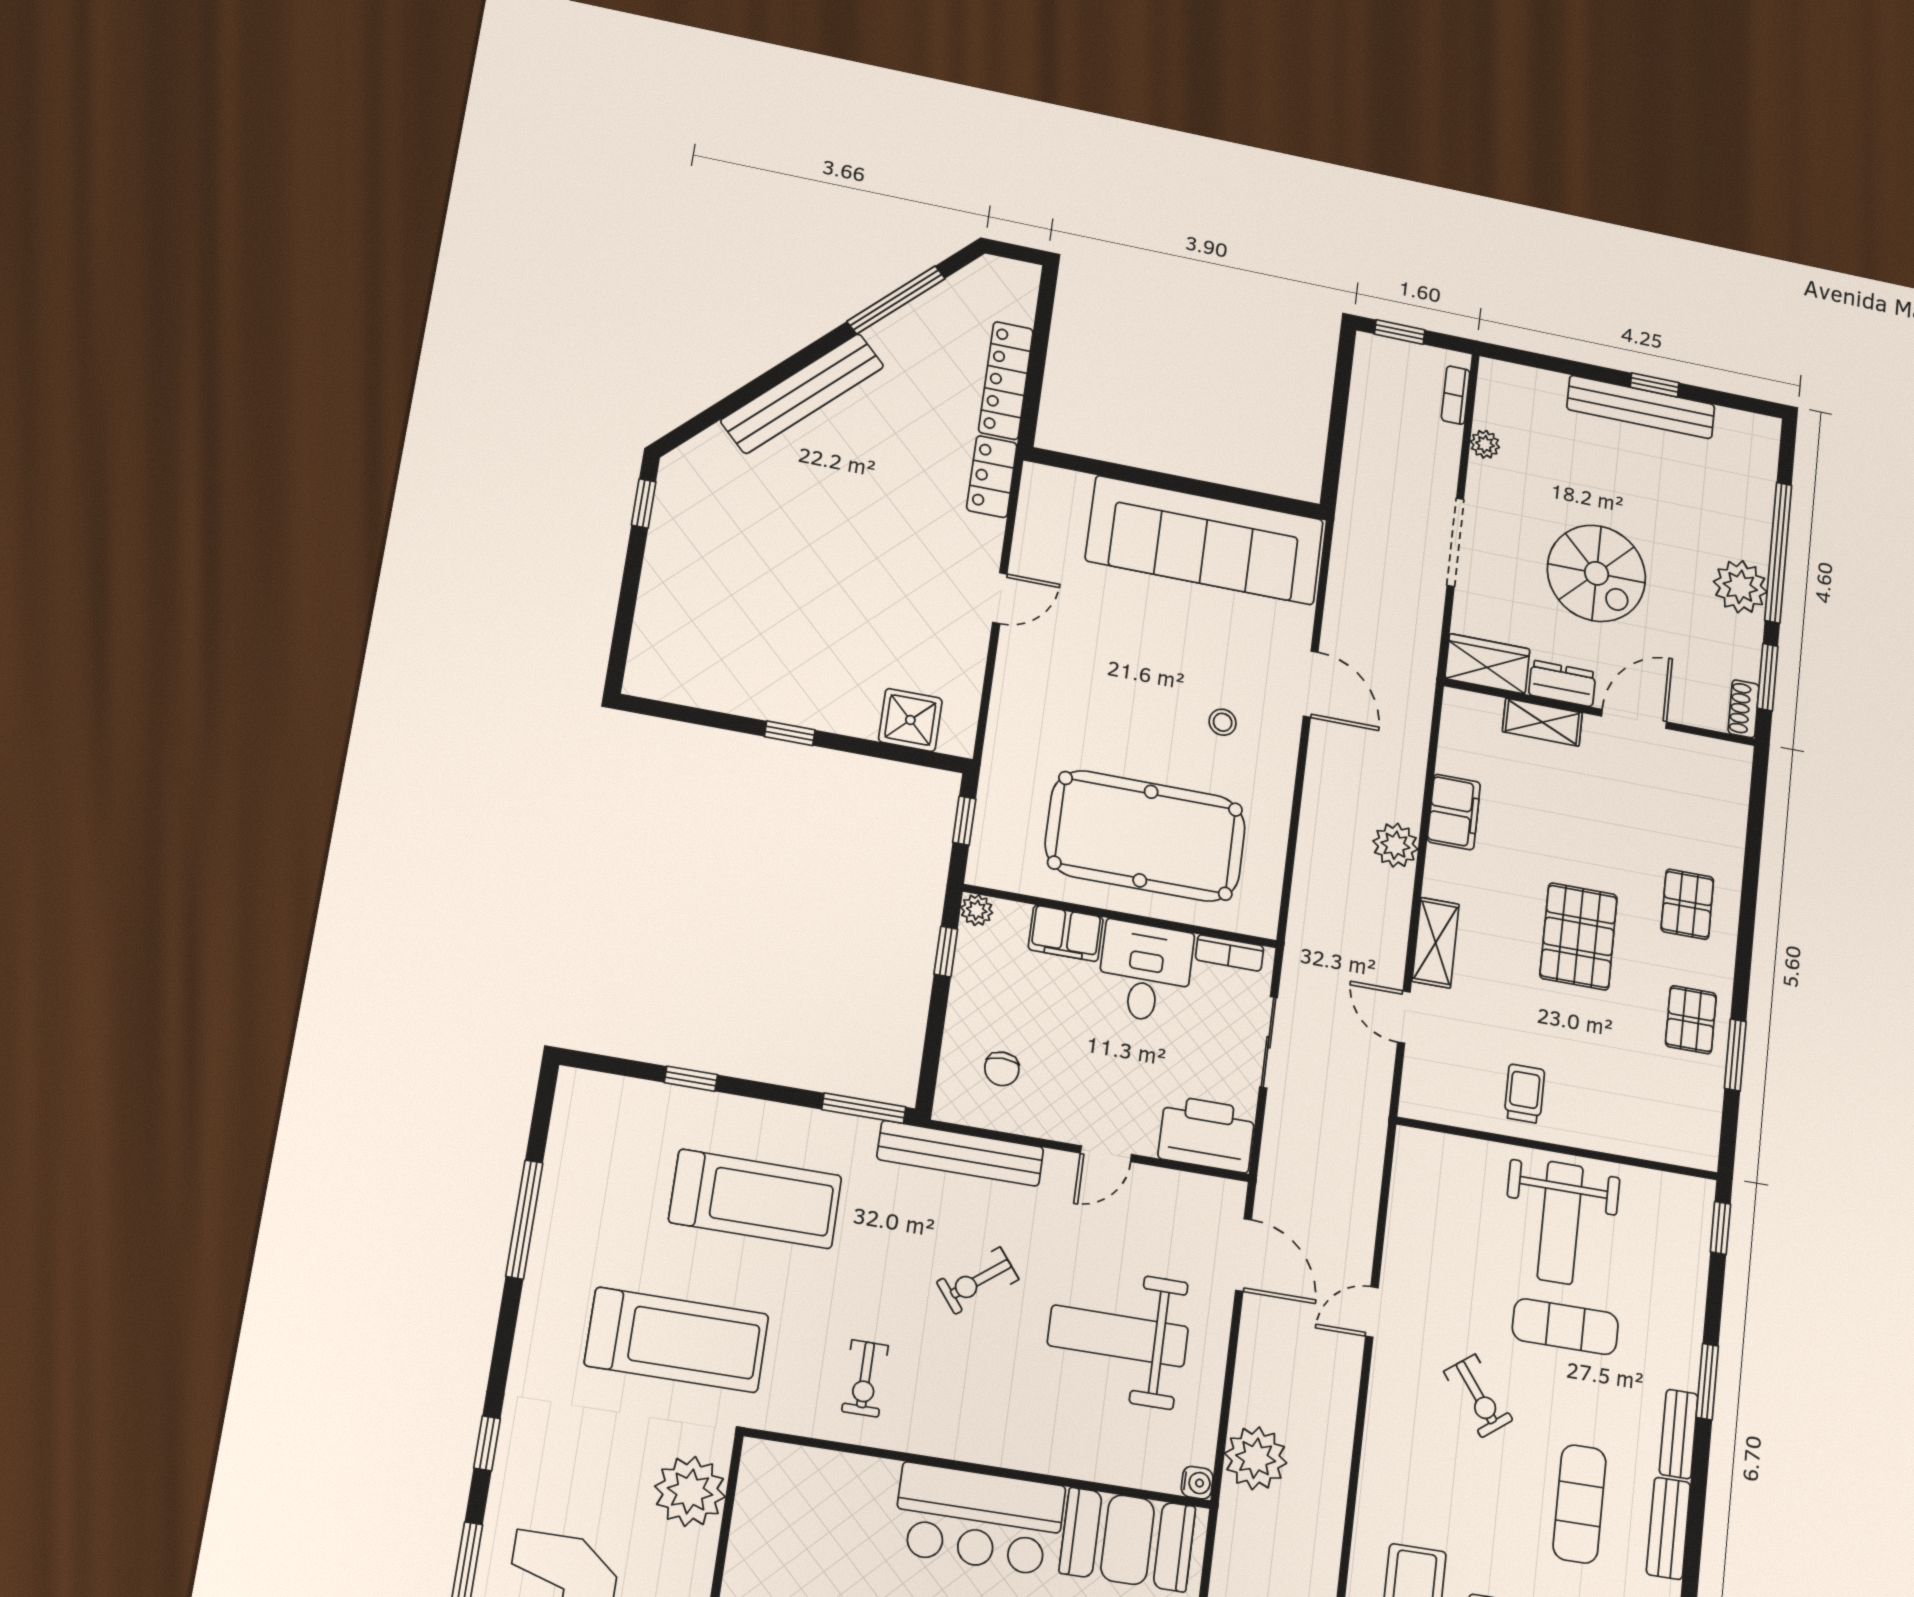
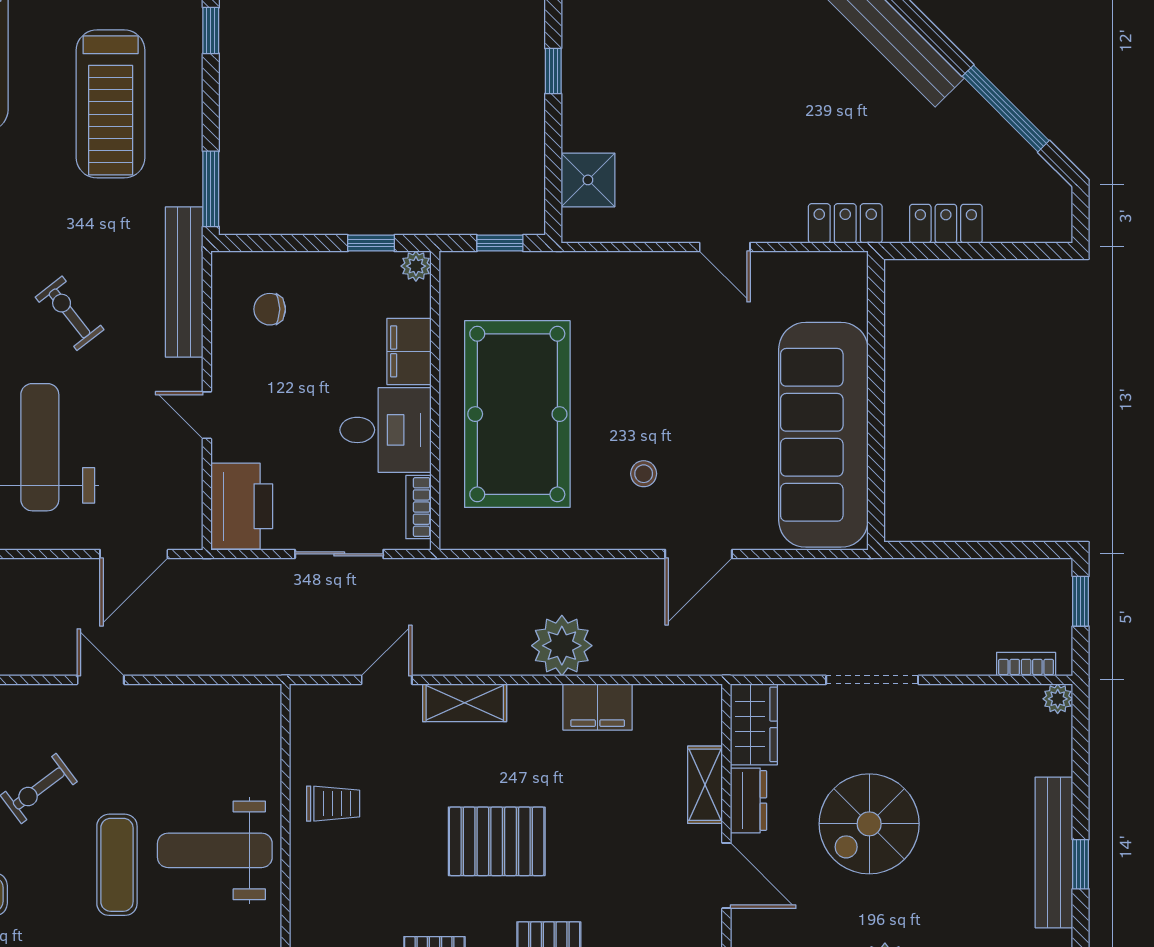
locker: (1006, 381) -> (946, 224), width x0.66
plant: (1485, 444) -> (1058, 699), moved
plant: (1395, 845) -> (562, 646), width x1.36, depth x1.36

